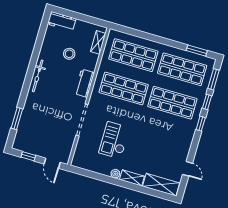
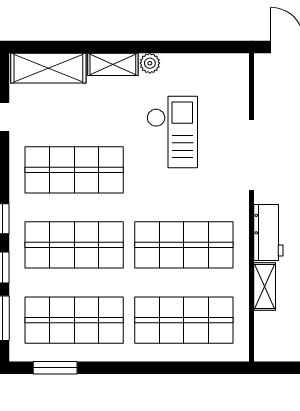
shelving: (98, 42) -> (265, 286), moved
shop shelf: (163, 136) -> (74, 170), added

